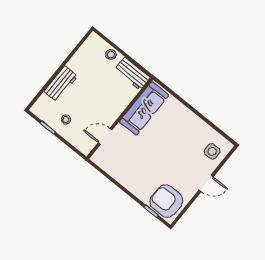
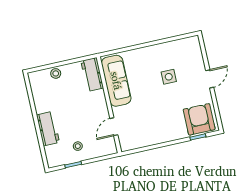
workbench: (132, 74) -> (92, 74), moved, turned 90
side table: (212, 151) -> (169, 77), moved
armchair: (166, 201) -> (199, 119), turned 90

